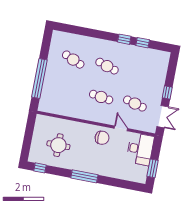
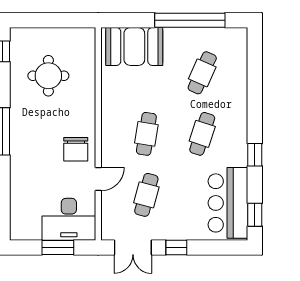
window: (143, 43) -> (255, 215), moved
bar counter: (148, 59) -> (228, 203), added
window: (39, 78) -> (190, 20), moved
booth: (51, 94) -> (134, 46), added
window: (153, 168) -> (58, 247), moved

